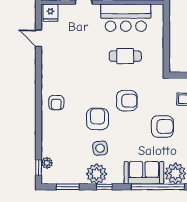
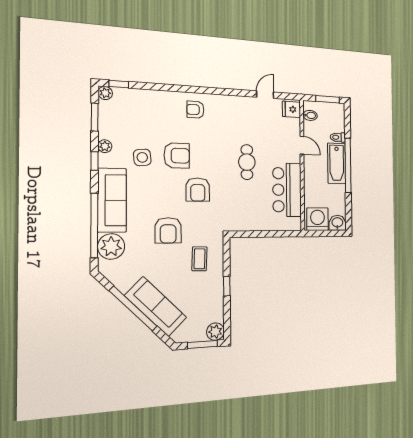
cafe table: (125, 56) -> (247, 162), moved
plant: (47, 163) -> (105, 93), moved
sofa: (144, 173) -> (112, 200), width x1.36
plant: (97, 174) -> (105, 146), width x0.53, depth x0.53

